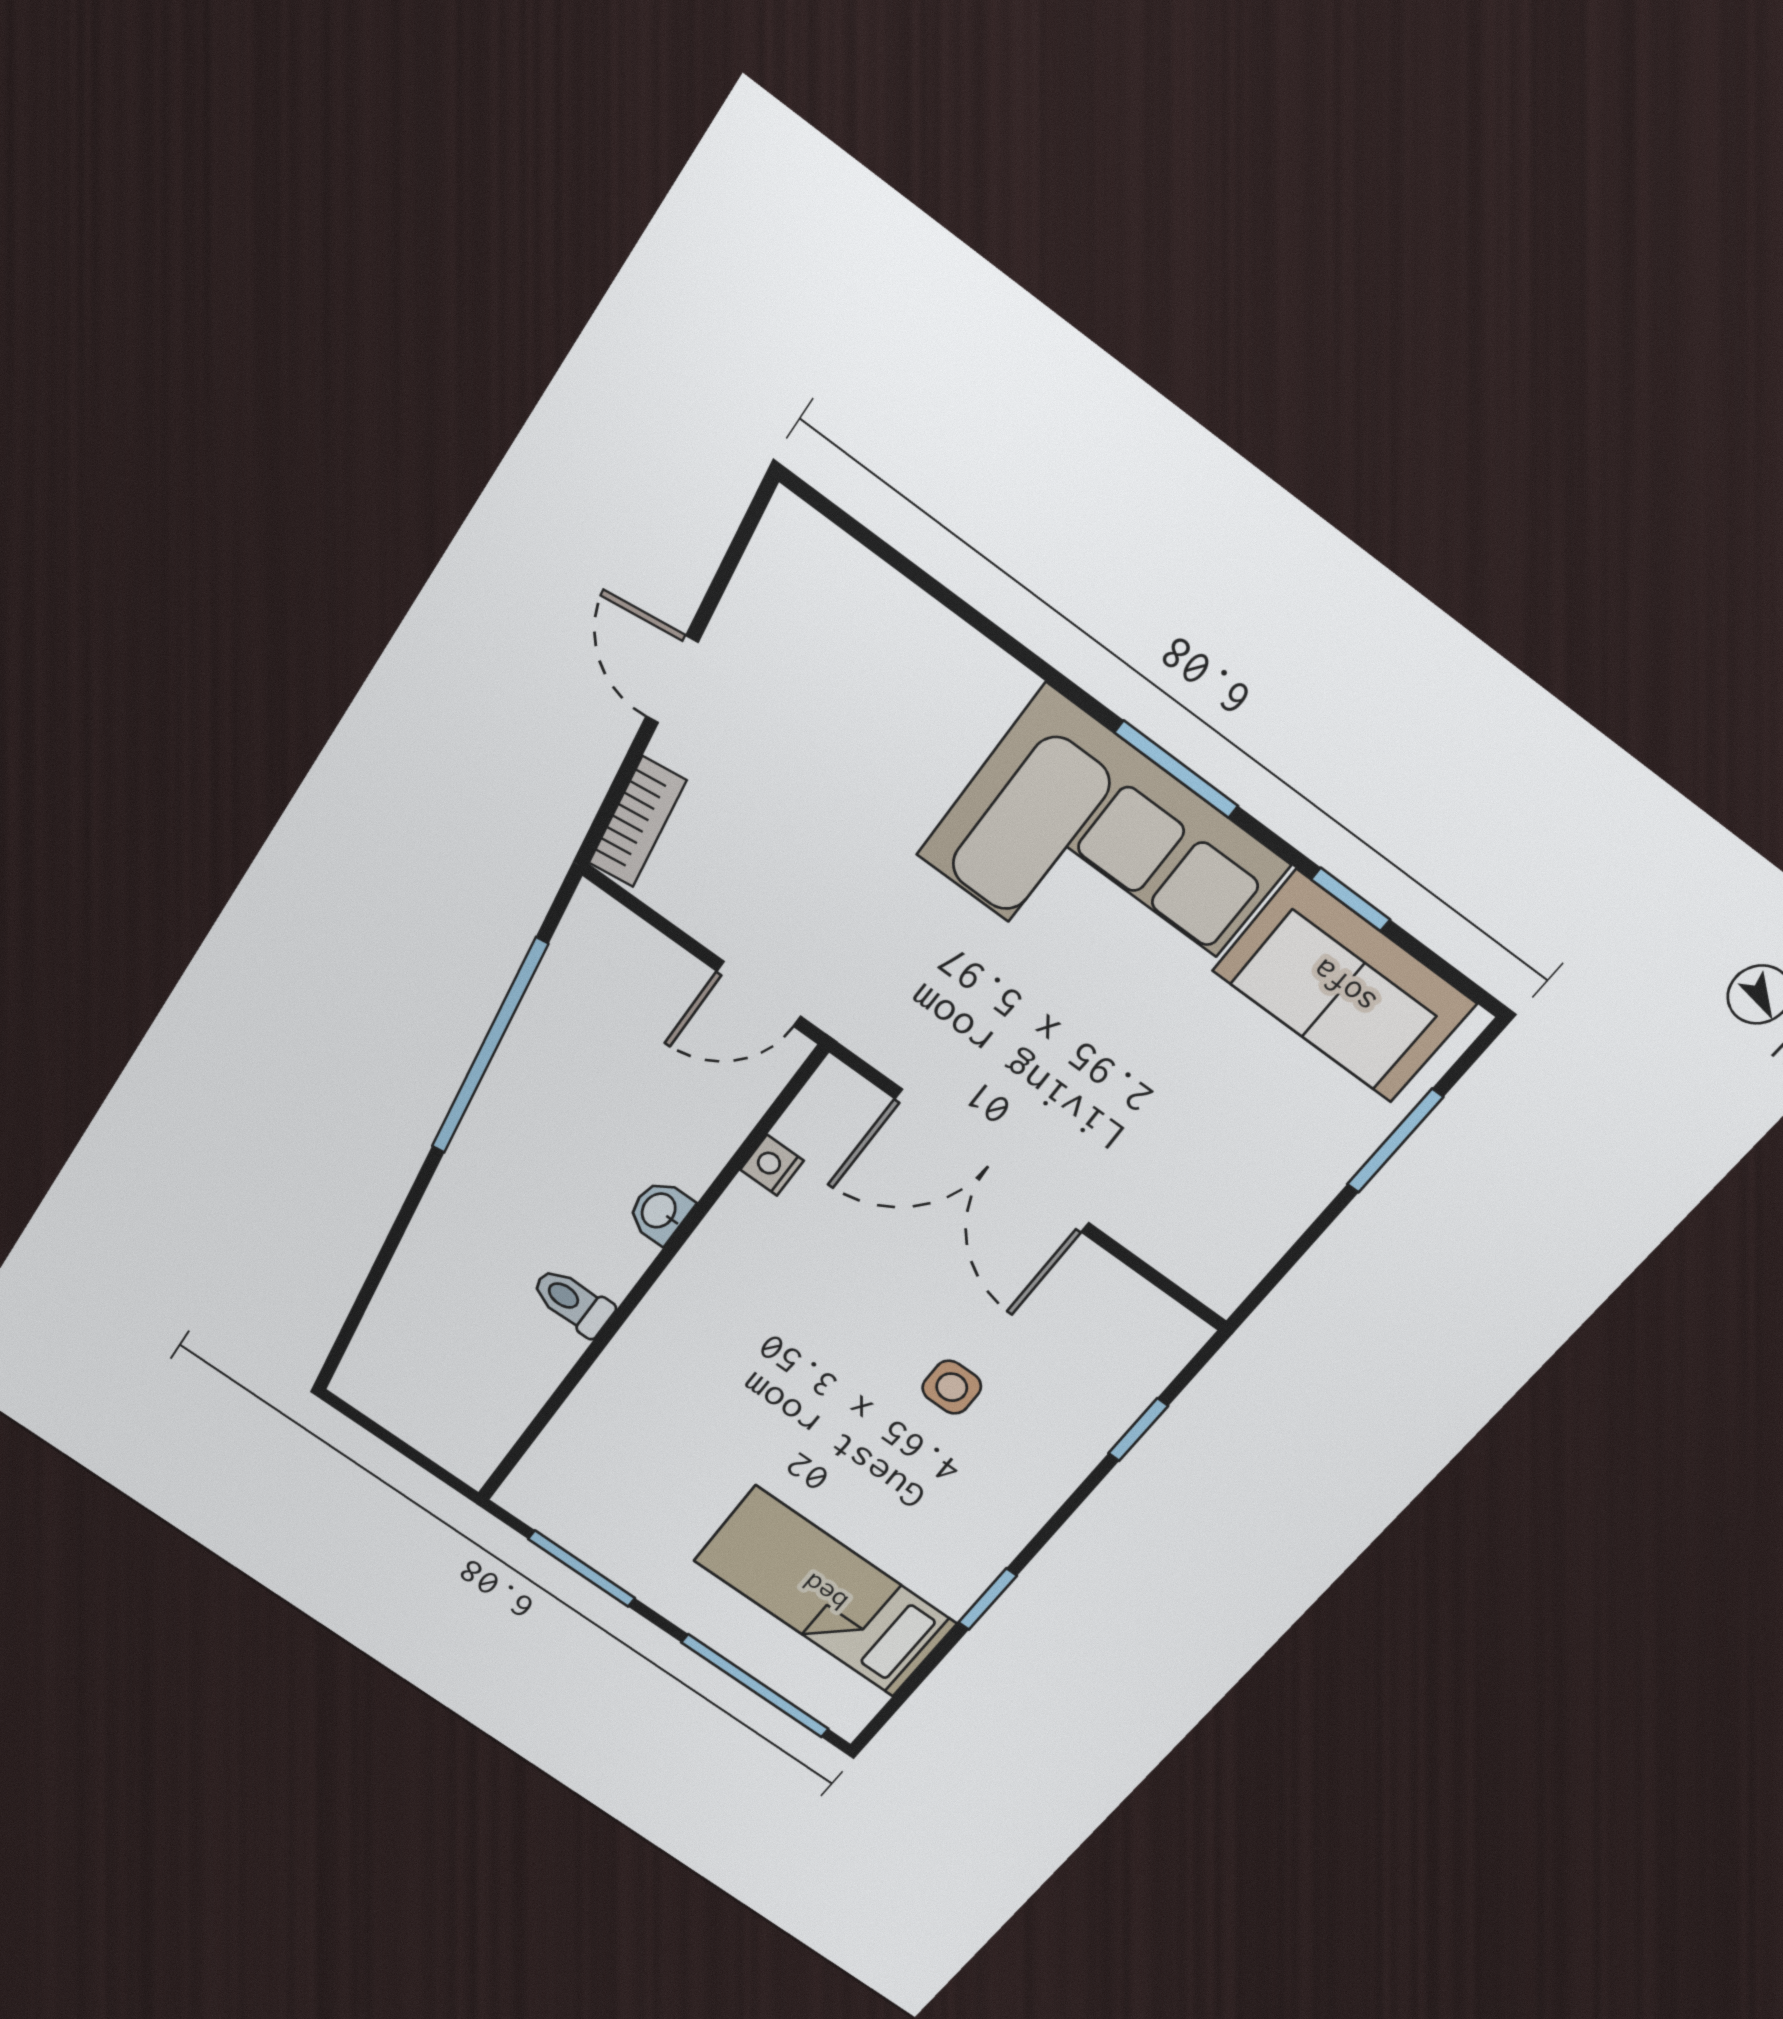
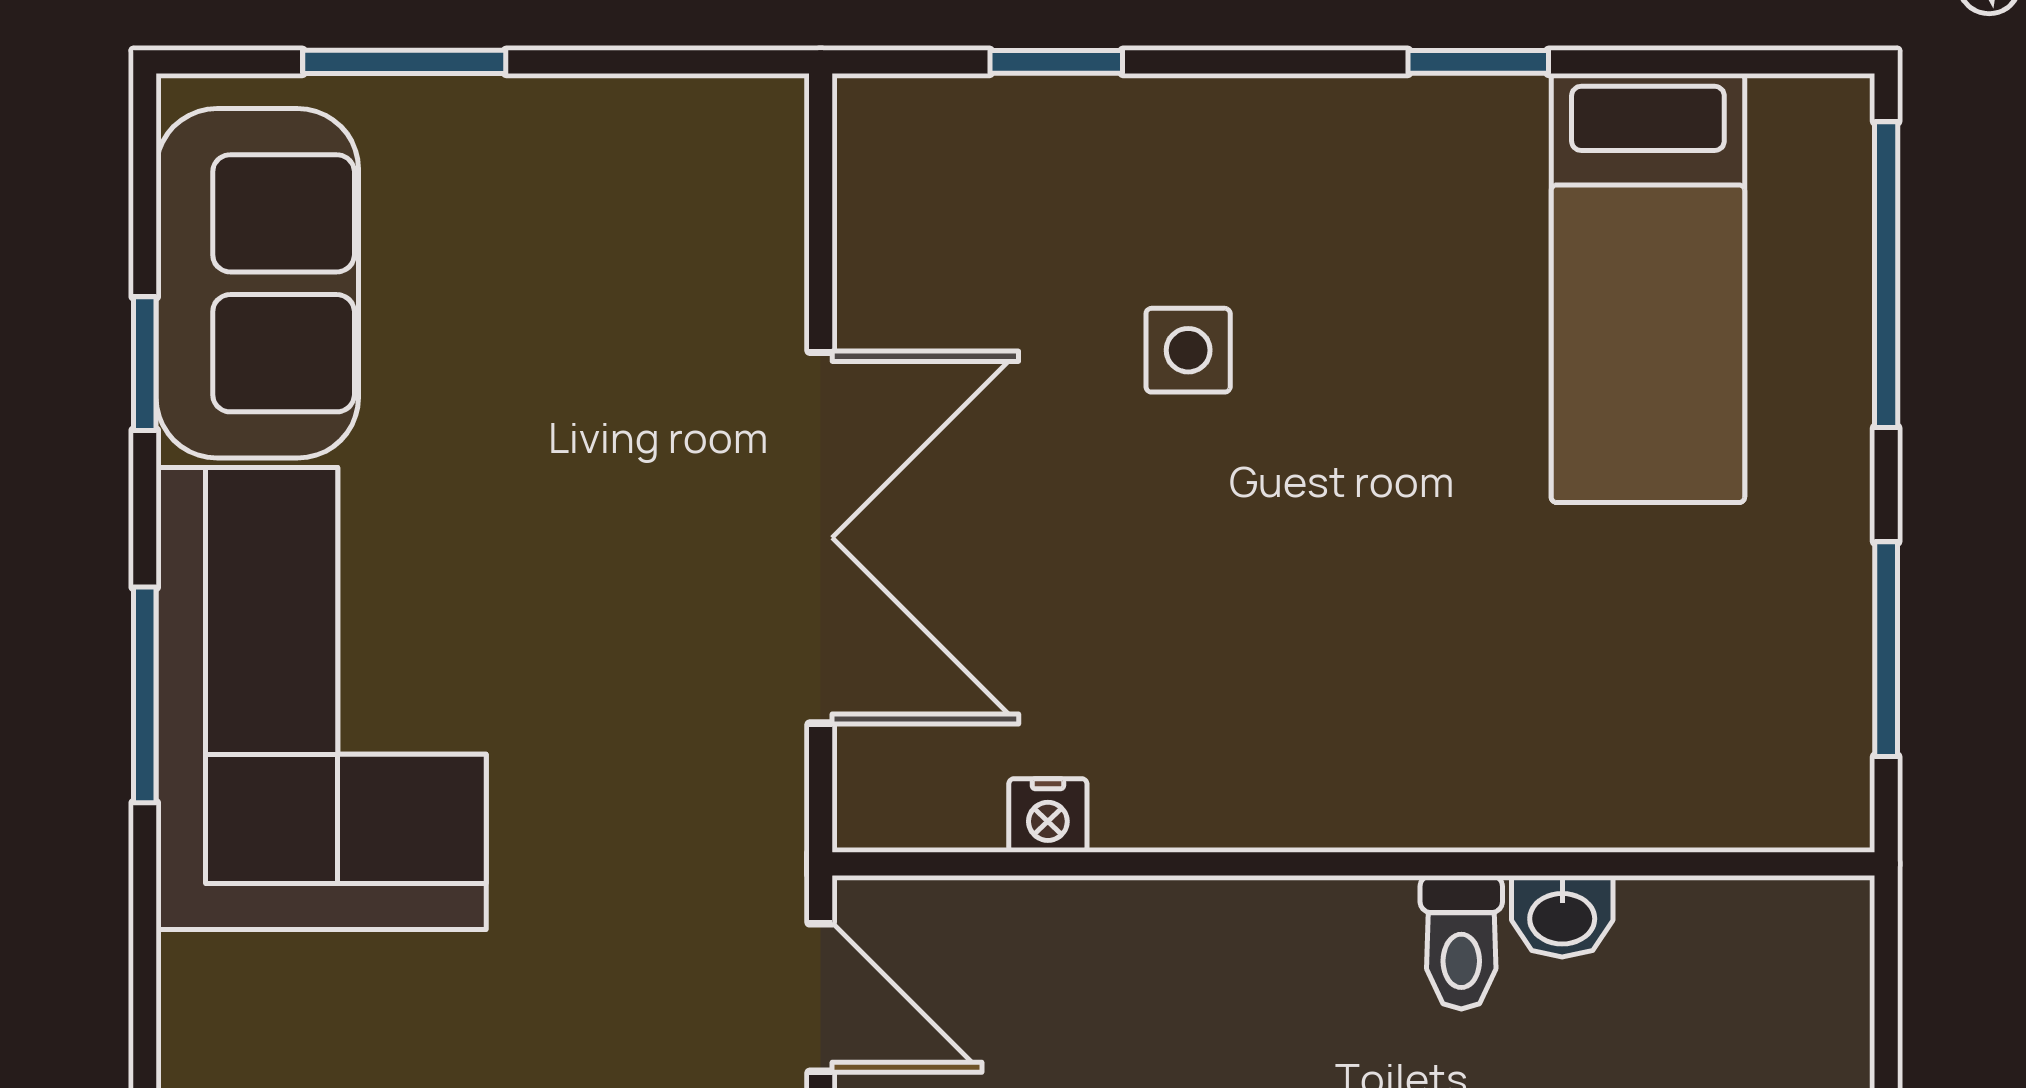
washbasin: (660, 1211) -> (1562, 916), moved

